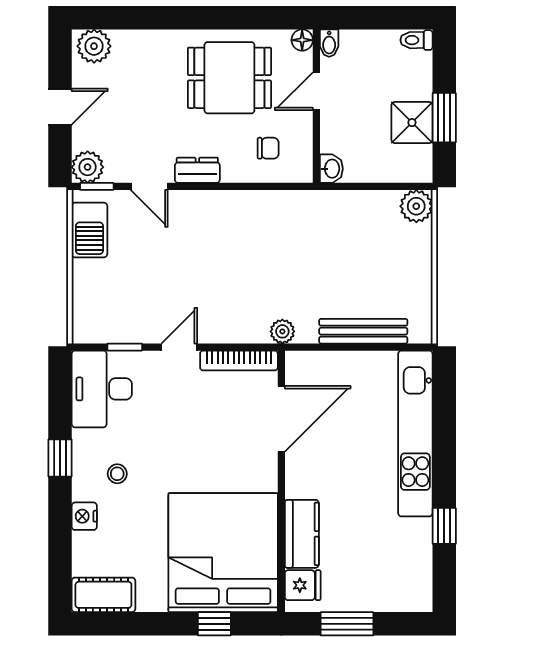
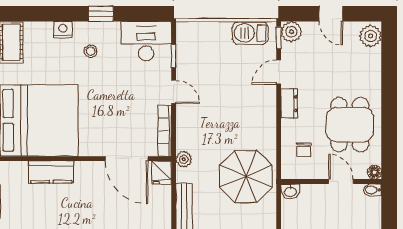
parasol: (308, 237) -> (246, 176), added
fridge: (303, 585) -> (161, 173), moved

